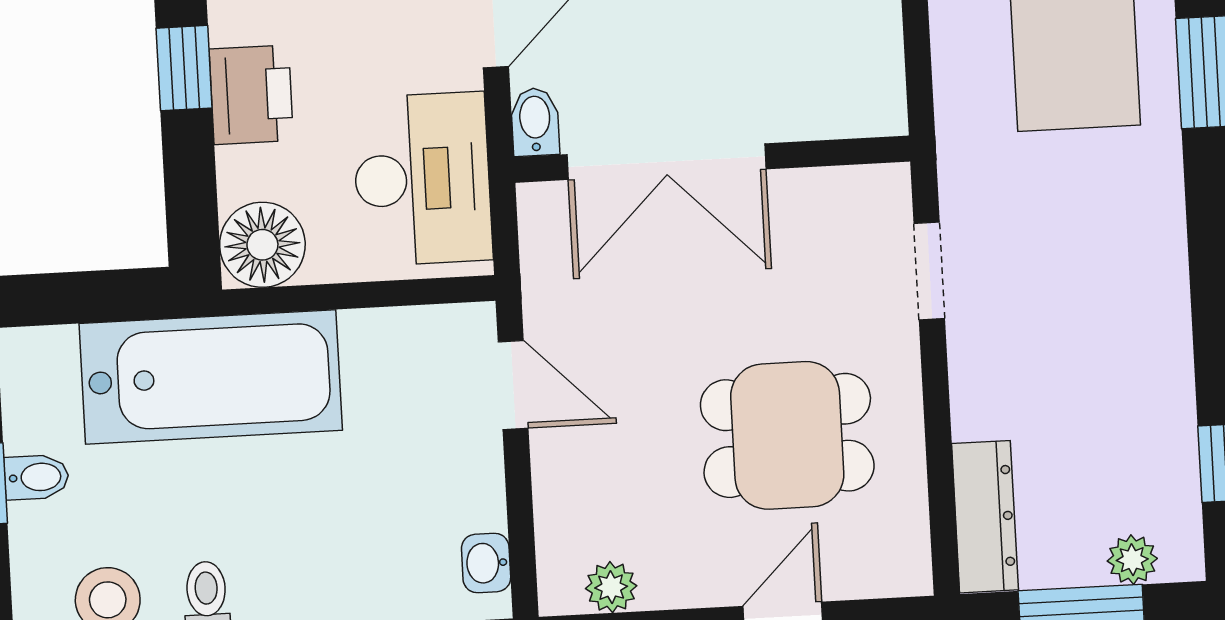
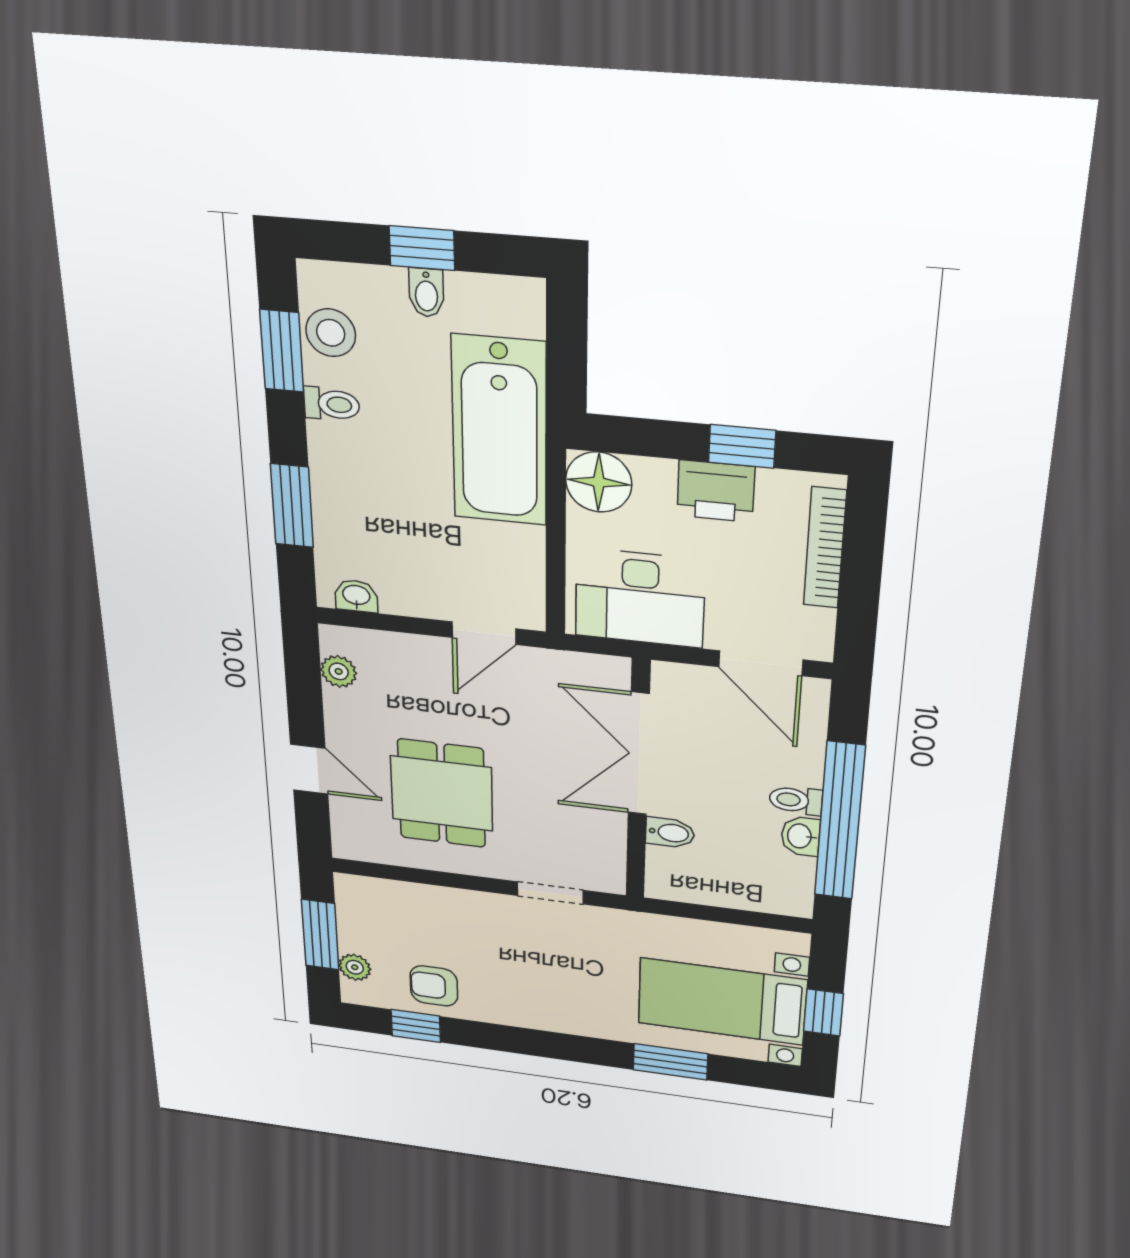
bidet: (535, 122) -> (670, 833), moved
armchair: (1141, 437) -> (434, 986), added
dresser: (985, 517) -> (384, 894), removed

